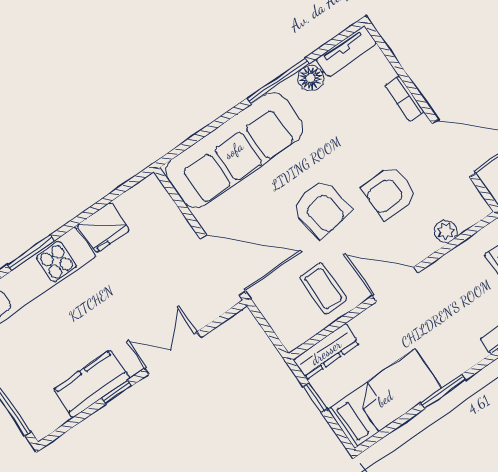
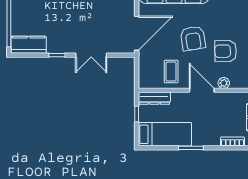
plant: (446, 231) -> (224, 83), moved
door: (223, 265) -> (137, 33), hinge flipped
double door: (173, 353) -> (91, 55), swing flipped
kitchen counter: (92, 384) -> (29, 45), moved

